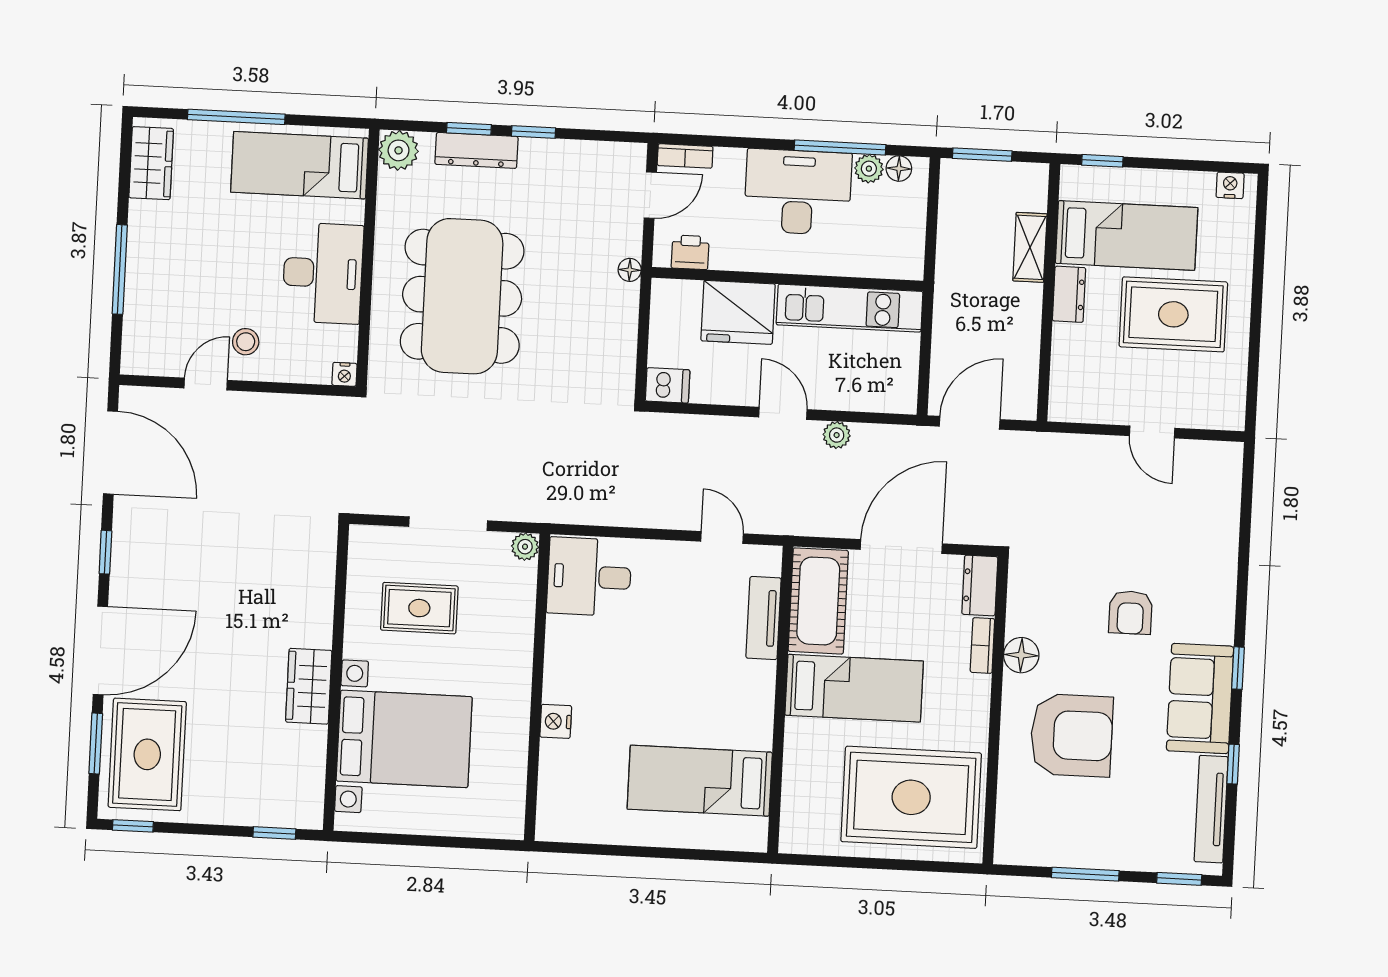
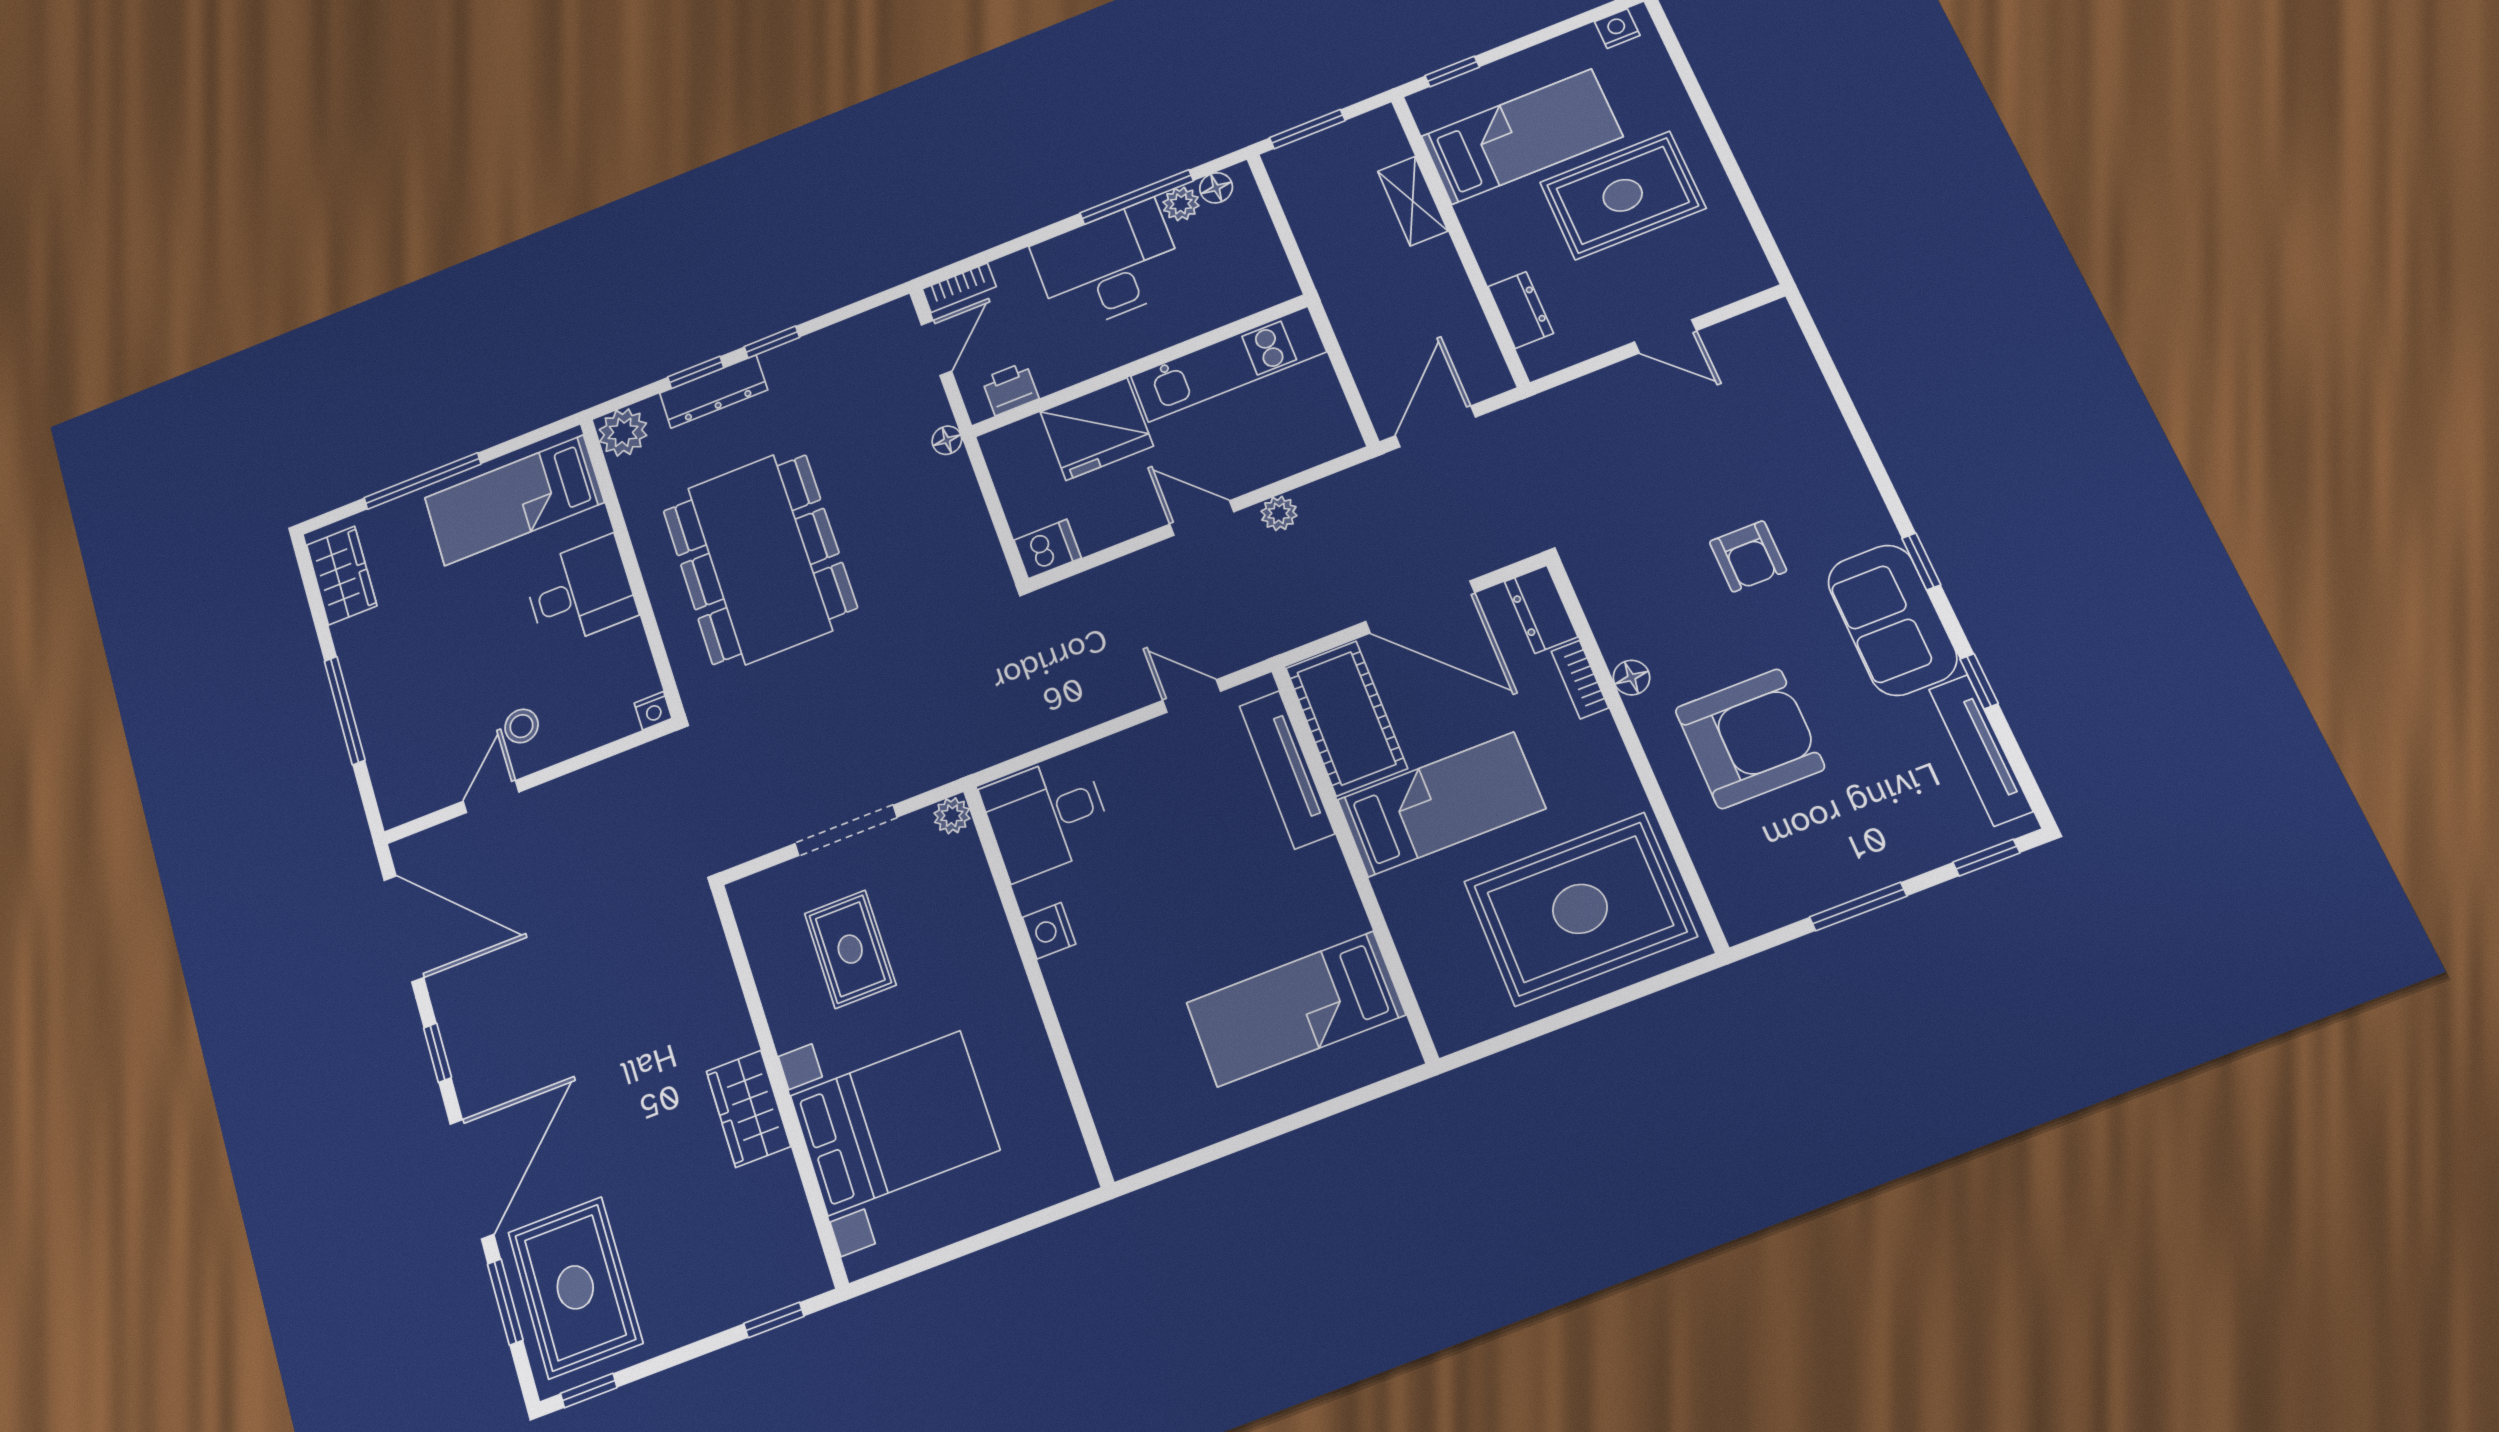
desk: (323, 273) -> (580, 592), width x0.73
dresser: (1069, 294) -> (1521, 310), moved
door: (901, 547) -> (1420, 607), swing flipped
rug: (419, 608) -> (850, 949), turned 90
tv unit: (764, 618) -> (1287, 769), width x1.41
floor lamp: (1021, 655) -> (1631, 678), width x0.73, depth x0.73
nightstand: (556, 721) -> (1049, 931), moved

